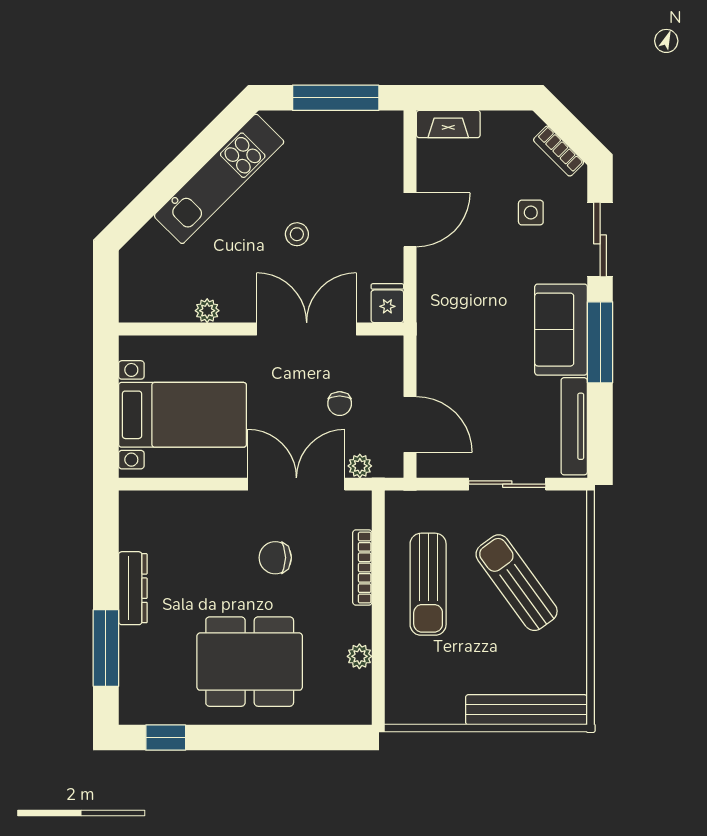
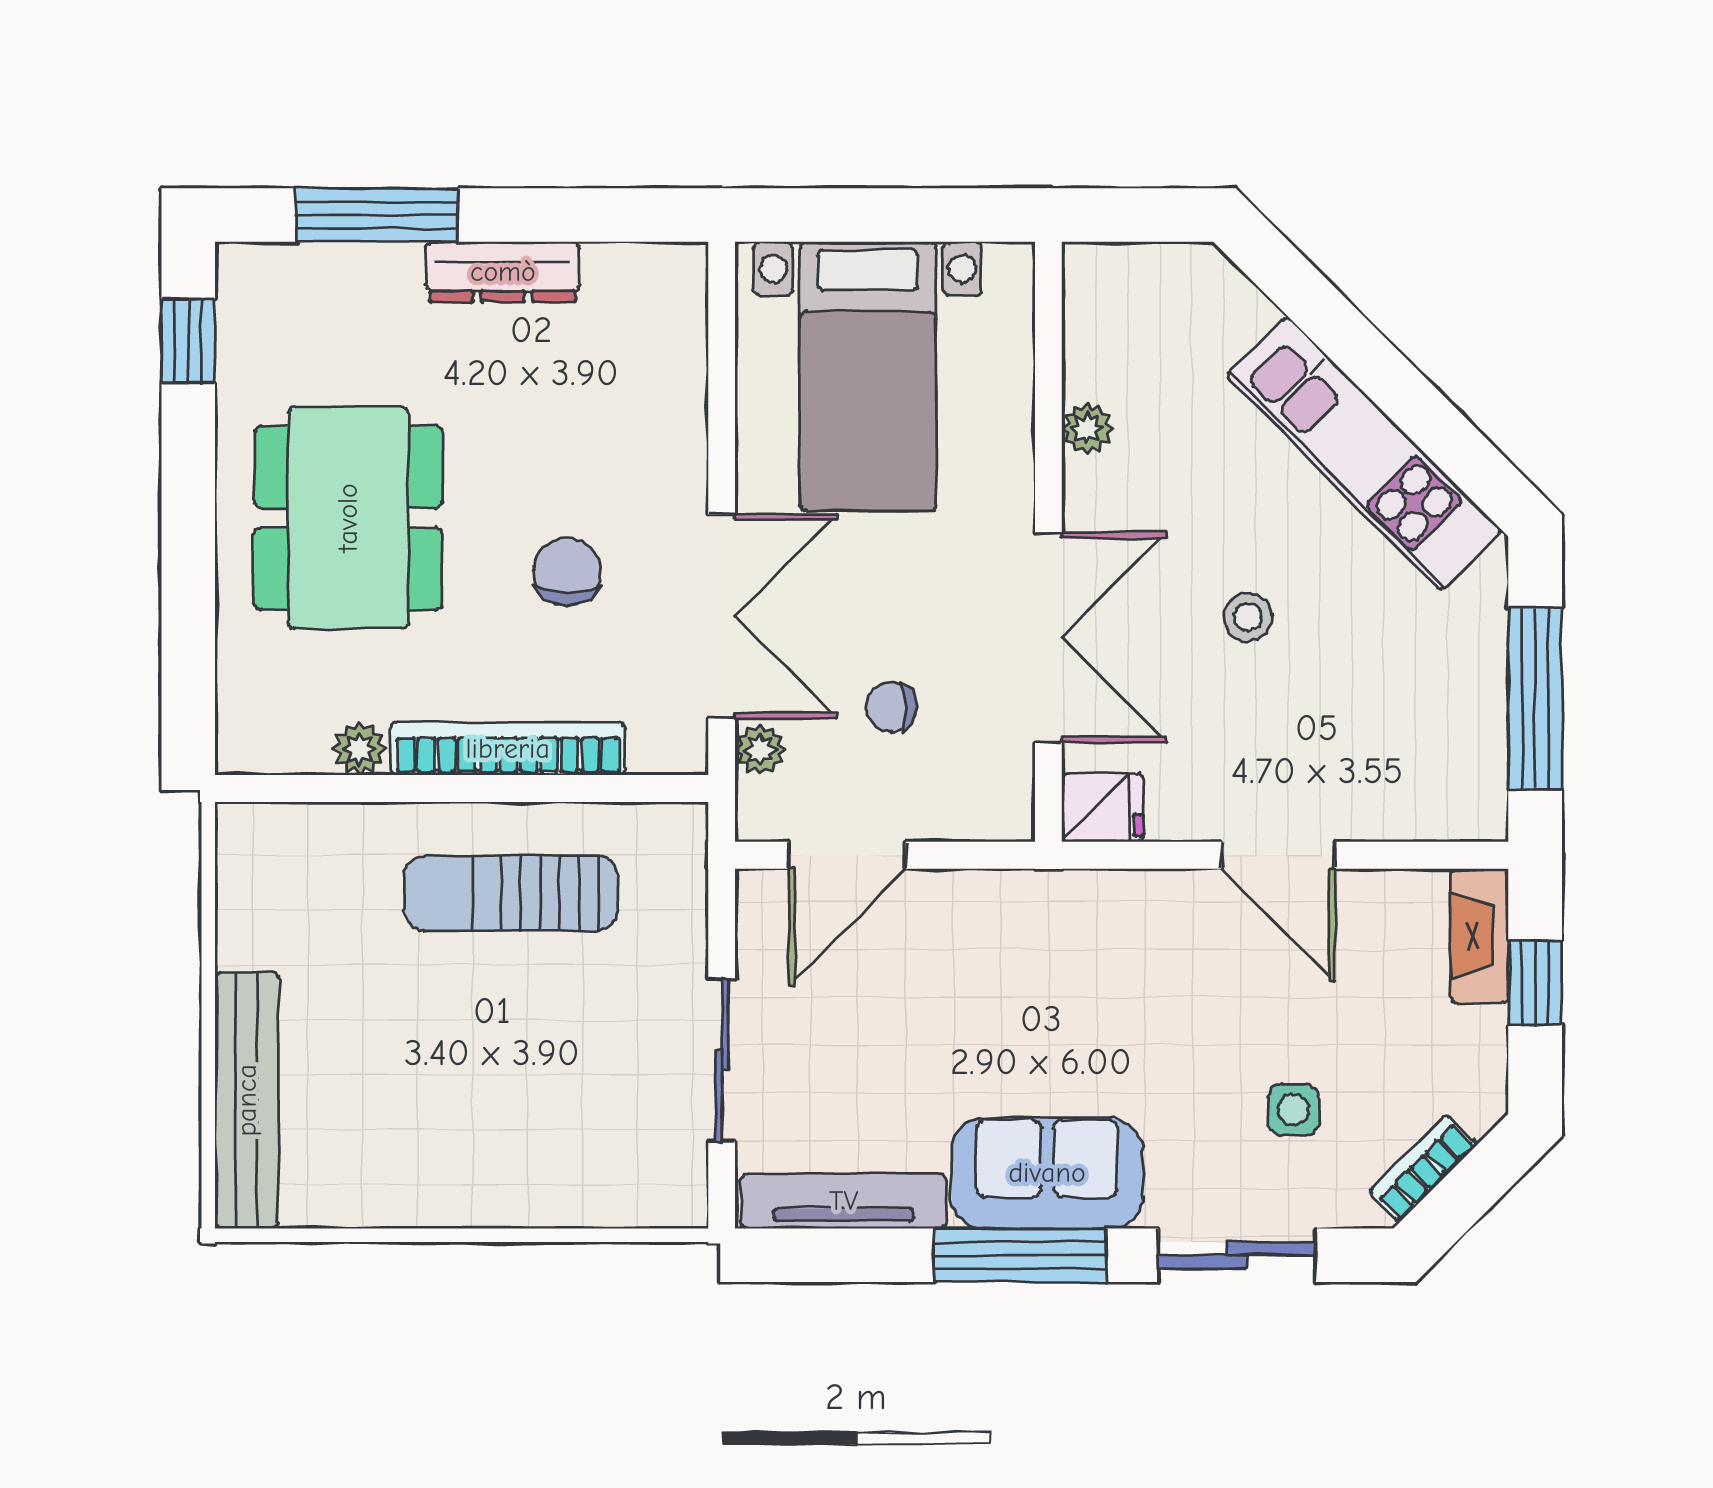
window: (471, 98) -> (1535, 983), added
bookcase: (362, 568) -> (508, 749), width x1.48, depth x1.31
sun lounger: (517, 583) -> (514, 1080), removed

